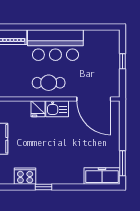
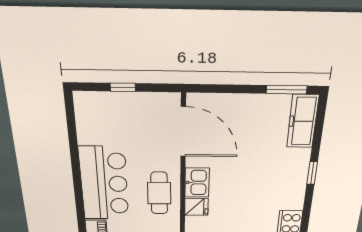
door: (94, 99) -> (183, 132), hinge flipped
window: (44, 187) -> (312, 173), moved

